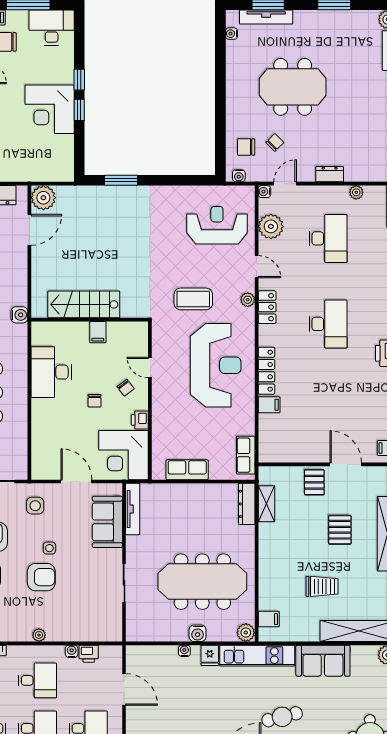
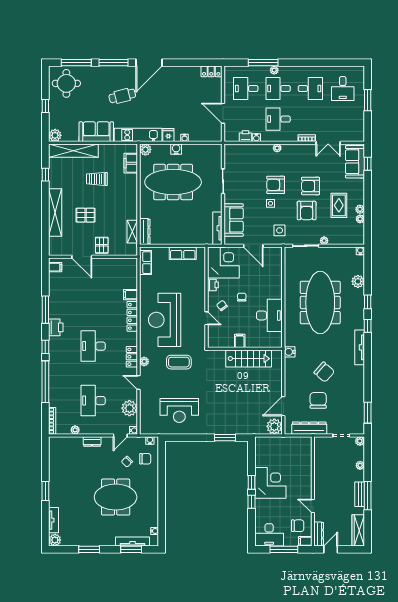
reception desk: (217, 225) -> (179, 410), moved
pallet: (340, 530) -> (86, 215), turned 90
filing cabinet: (269, 619) -> (131, 163), width x2.00

